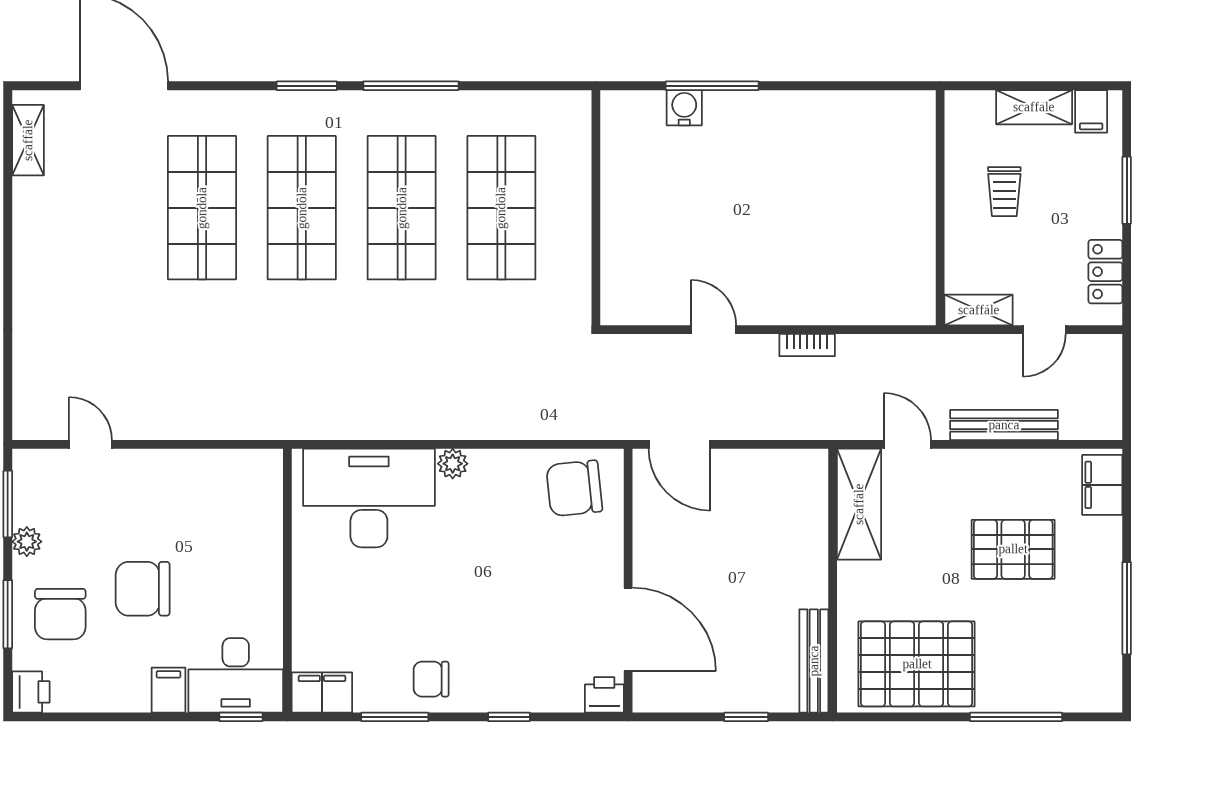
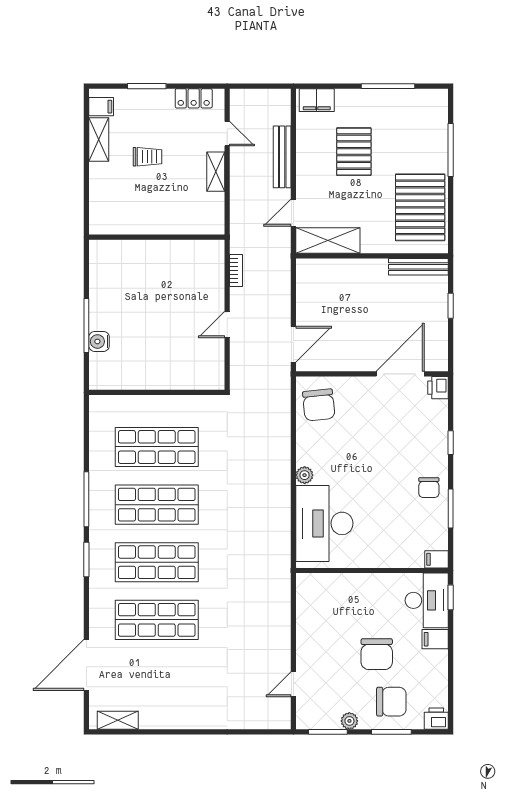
wall: (940, 208) -> (157, 237), moved
filing cabinet: (322, 693) -> (437, 559), width x0.50

